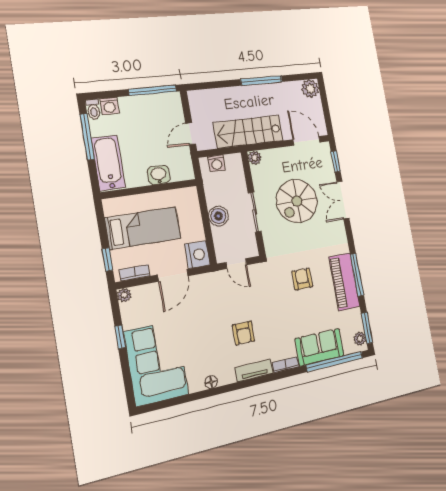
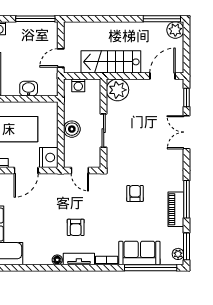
window: (261, 81) -> (162, 19), moved
door: (307, 141) -> (163, 76), hinge flipped
plant: (255, 158) -> (118, 90), width x1.87, depth x1.87
spiral stairs: (297, 201) -> (143, 127), removed
piano: (344, 282) -> (176, 209), width x0.73, depth x0.75
floor lamp: (211, 382) -> (57, 260), moved

